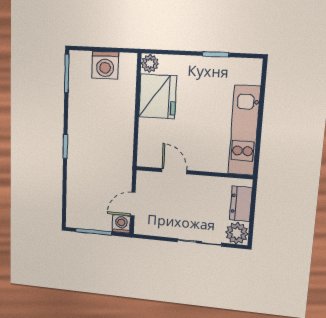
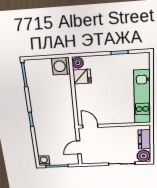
washing machine: (105, 65) -> (61, 66), moved, turned 90
fridge: (158, 96) -> (82, 76), width x0.53, depth x0.75
door: (174, 171) -> (90, 126), moved
washing machine: (121, 224) -> (44, 161), moved

